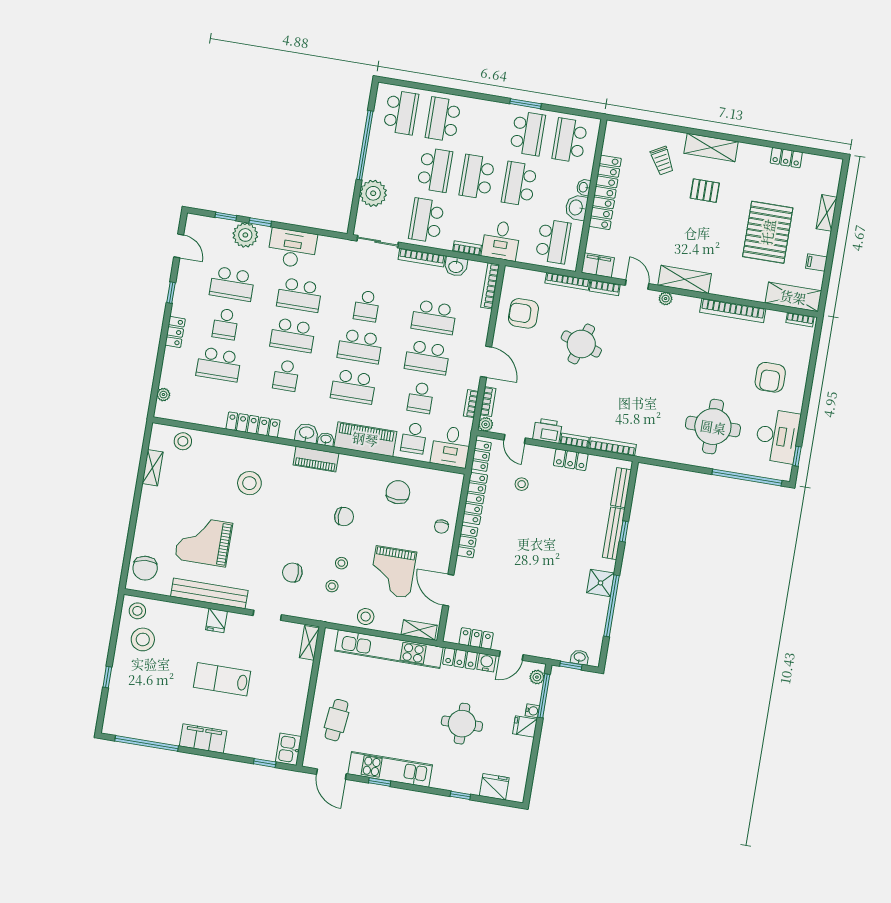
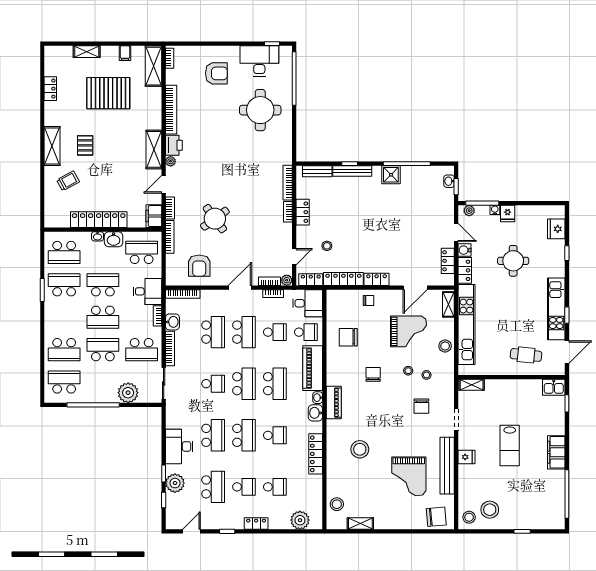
school desk: (519, 184) -> (103, 285), turned 180
round table: (581, 344) -> (215, 219), turned 36
school desk: (219, 364) -> (275, 487), width x0.54
plant: (163, 395) -> (300, 520), width x1.87, depth x1.87
printer: (547, 431) -> (174, 145), moved, turned 180

